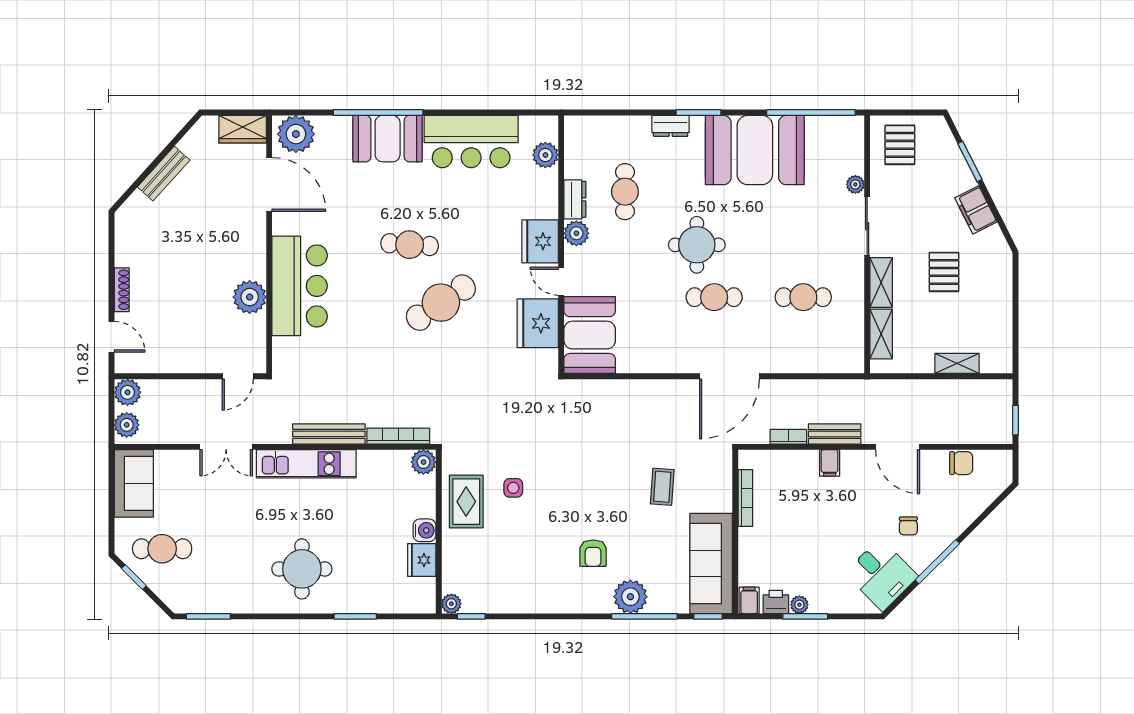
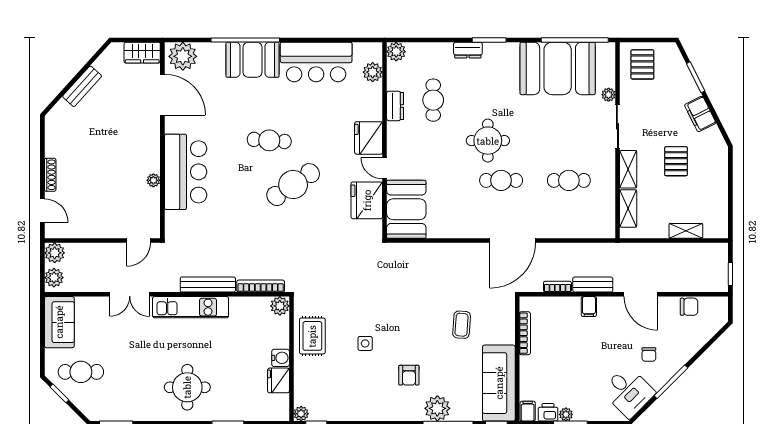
booth: (755, 150) -> (558, 68), moved
plant: (576, 233) -> (396, 52), moved
plant: (250, 297) -> (153, 180), width x0.53, depth x0.53
side table: (513, 488) -> (365, 343), moved

